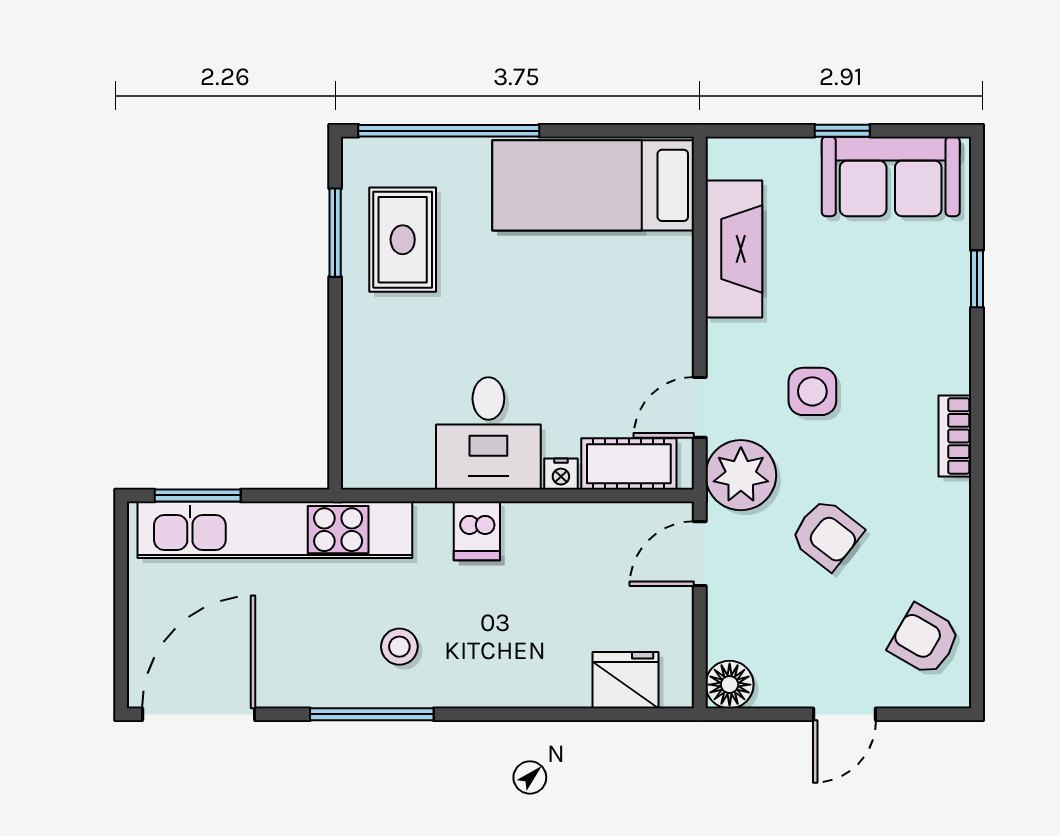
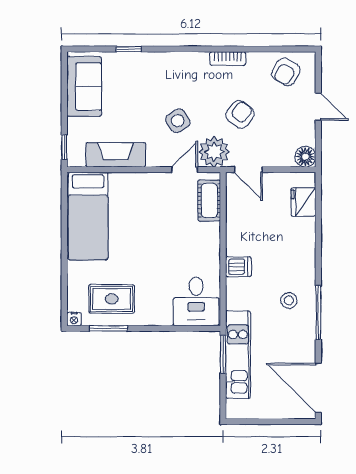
window: (449, 131) -> (64, 279), removed
window: (842, 131) -> (64, 147), moved
side table: (812, 391) -> (178, 121), turned -33
door: (700, 407) -> (185, 170), swing flipped
desk: (488, 433) -> (196, 301), moved, turned 90
bookcase: (955, 436) -> (228, 59), moved
nightstand: (561, 474) -> (74, 319), moved, turned 90
window: (198, 495) -> (223, 354), moved
kitchen unit: (275, 530) -> (238, 355), width x0.73

